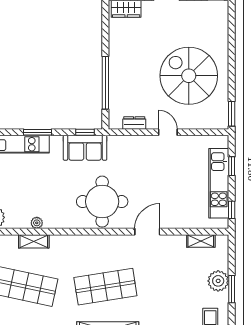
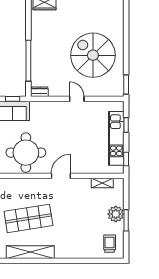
dresser: (134, 123) -> (39, 92), moved

